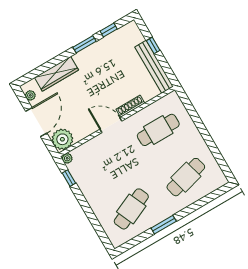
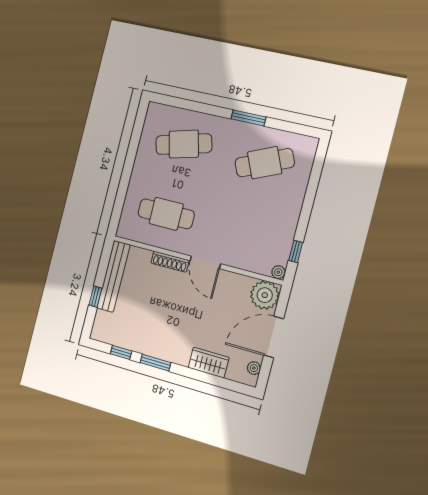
wardrobe: (56, 74) -> (209, 363), width x0.67

